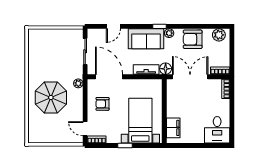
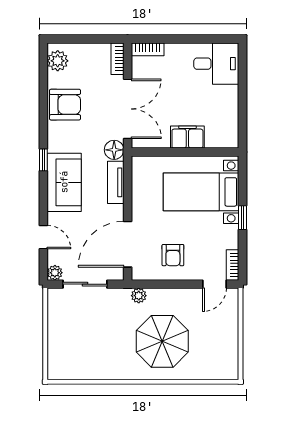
plant: (169, 33) -> (55, 273), moved
armchair: (193, 39) -> (65, 105), turned -90
double door: (190, 77) -> (128, 109), swing flipped
filing cabinet: (173, 128) -> (187, 137), moved

